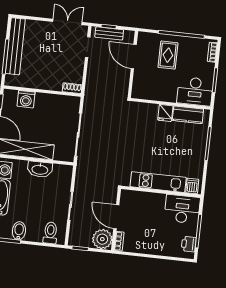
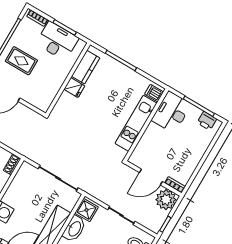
desk: (195, 91) -> (57, 41), moved, turned -90
shower: (61, 173) -> (87, 210), added

